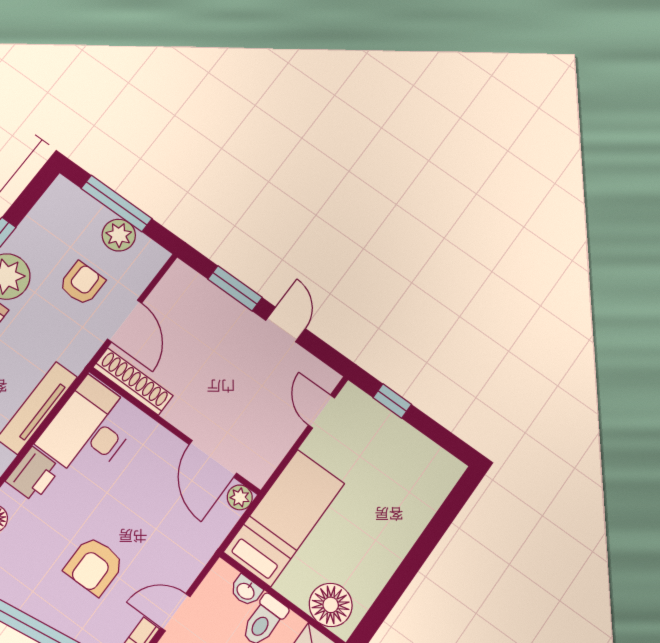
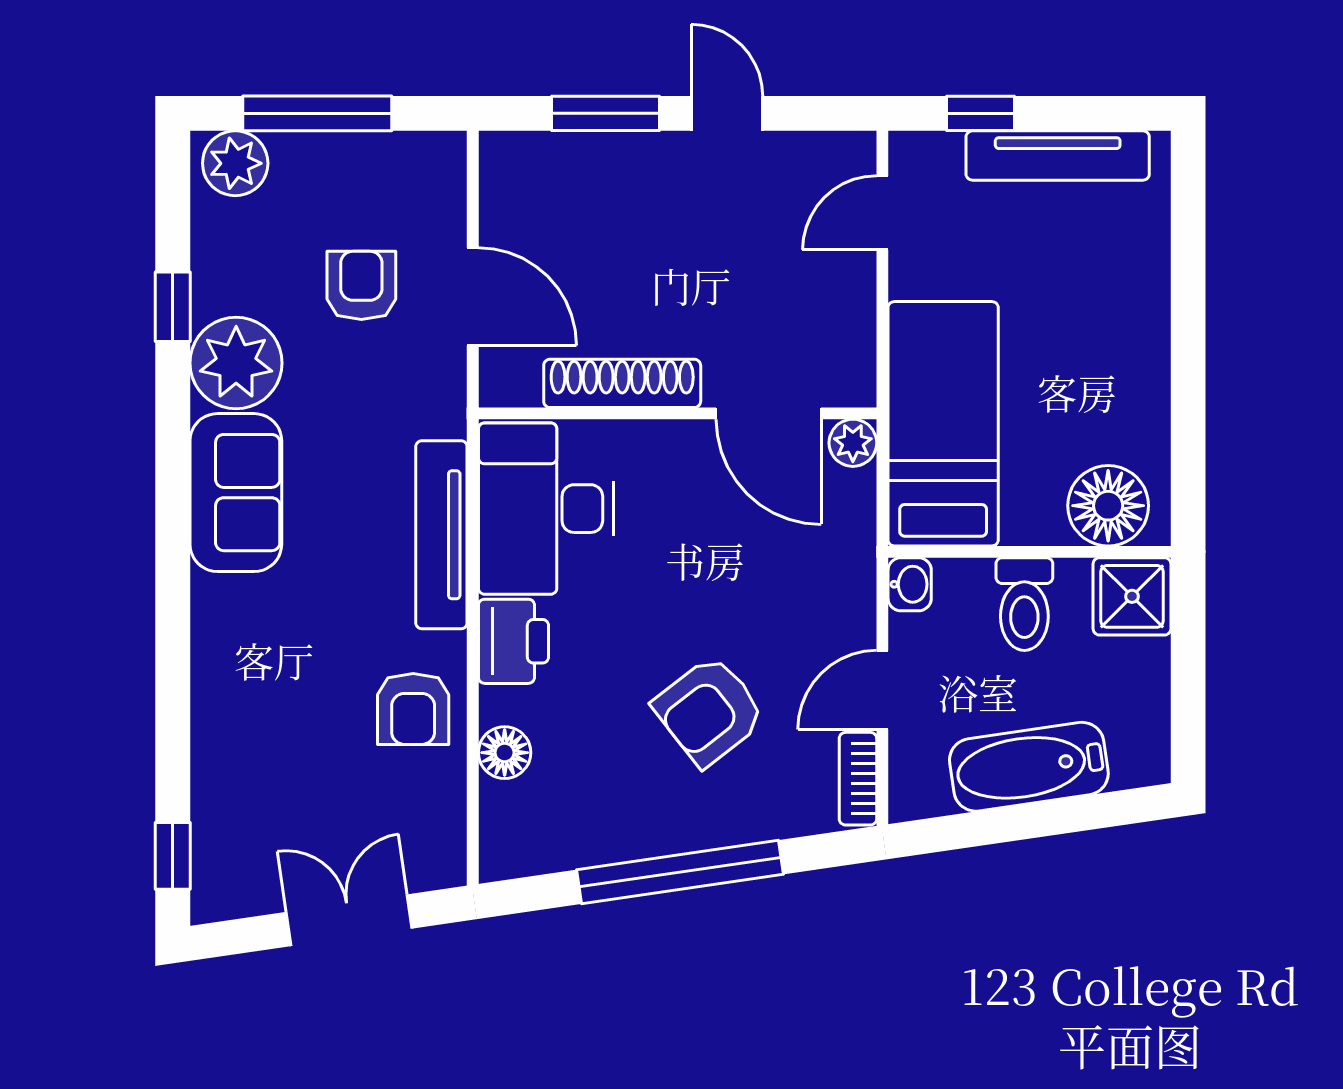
plant: (119, 235) -> (235, 163), moved
shoe rack: (133, 381) -> (622, 383), moved
door: (321, 412) -> (882, 213), hinge flipped
tv unit: (413, 442) -> (1058, 155), added
armchair: (94, 566) -> (709, 711), turned 52
washbasin: (246, 591) -> (910, 584), moved, turned -90

